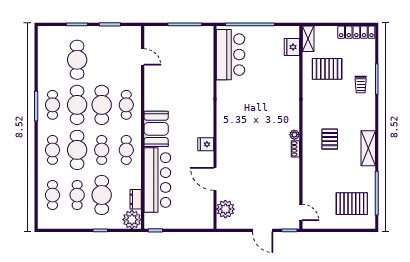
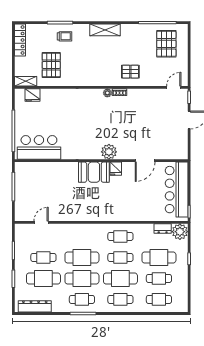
dresser: (44, 50) -> (35, 306), added
cafe table: (126, 105) -> (43, 257), moved
booth: (156, 129) -> (94, 172), moved
pallet: (330, 139) -> (130, 72), moved
shelving: (368, 148) -> (105, 30), moved
bar counter: (157, 180) -> (177, 190), moved, turned -90
plant: (225, 209) -> (109, 152), moved

